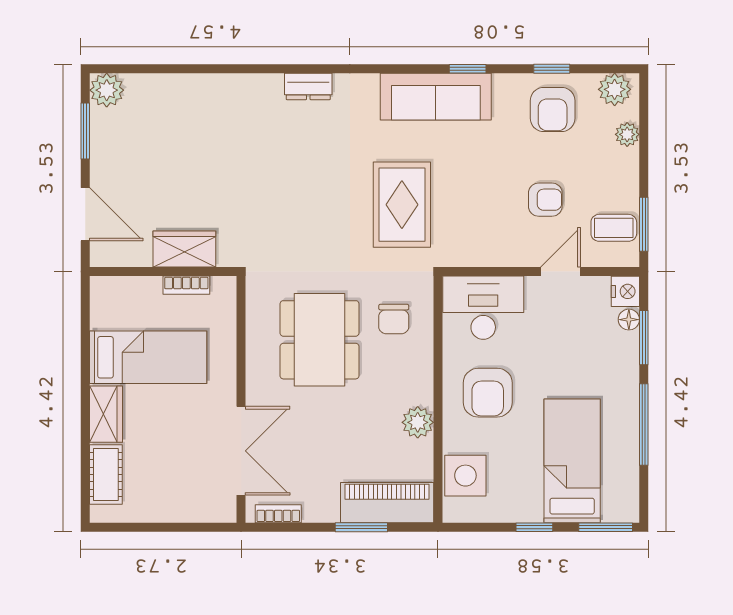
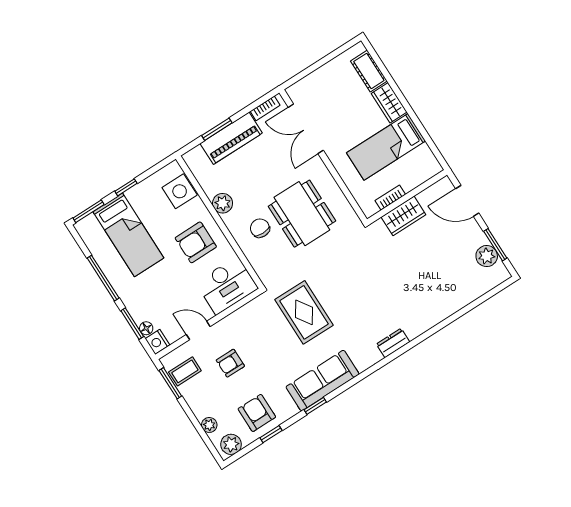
plant: (107, 90) -> (487, 256), moved
door: (560, 272) -> (198, 330), swing flipped
chair: (394, 319) -> (260, 228), moved
armchair: (488, 393) -> (196, 242), turned -90
piano: (387, 503) -> (231, 138), moved

